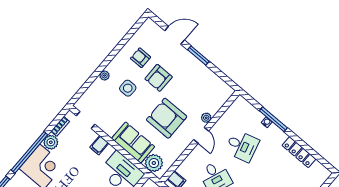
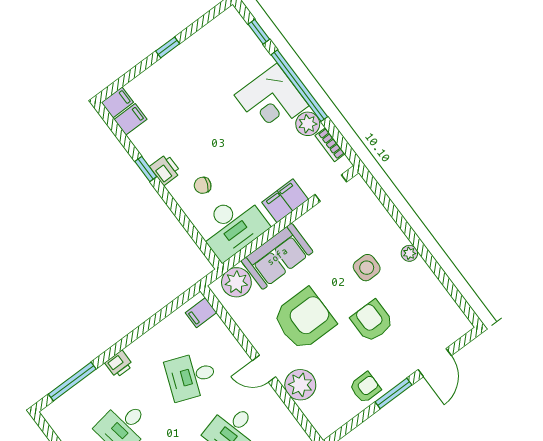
armchair: (141, 58) -> (365, 388), moved
plant: (105, 75) -> (409, 253), moved
plant: (206, 118) -> (300, 385), width x1.87, depth x1.87
filing cabinet: (99, 145) -> (285, 201), width x2.00

